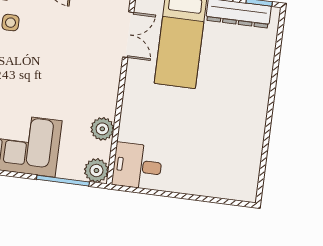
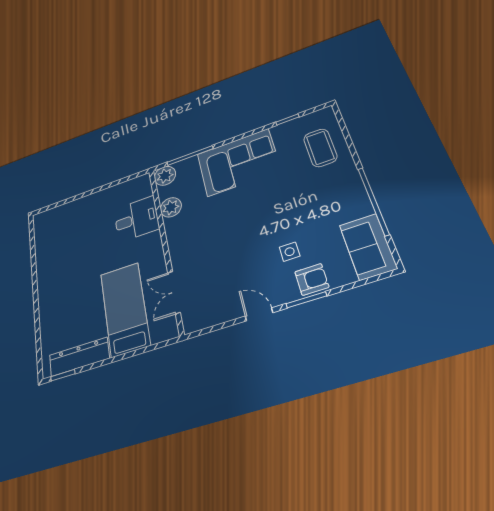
desk: (137, 166) -> (136, 219), moved

